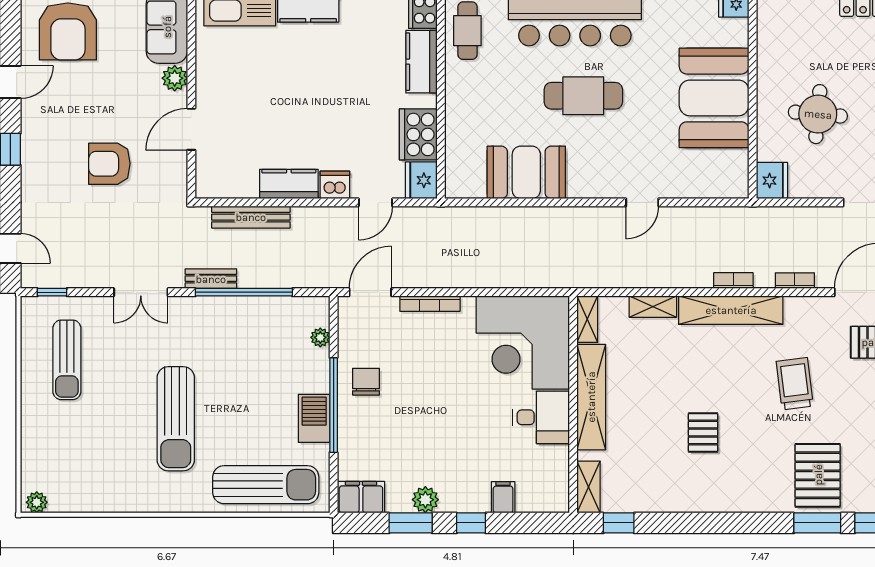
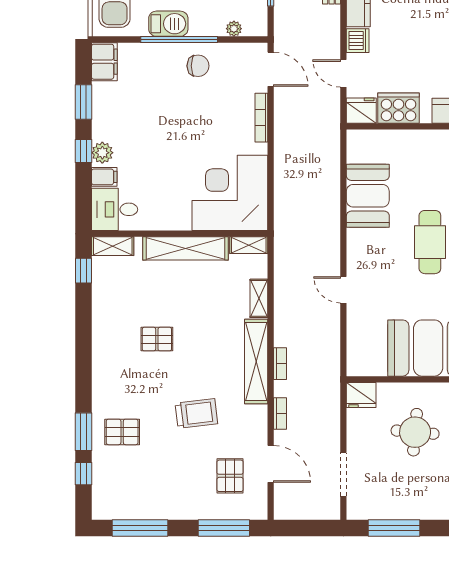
desk: (541, 417) -> (115, 209), moved, turned 90
pallet: (818, 475) -> (122, 432), width x0.67, depth x0.71
plant: (425, 500) -> (102, 153), moved

